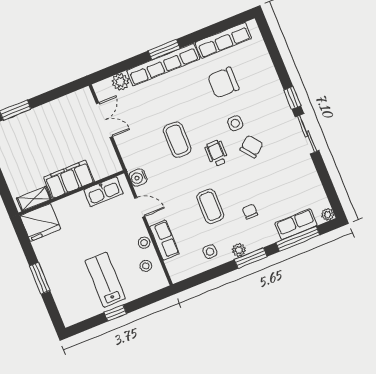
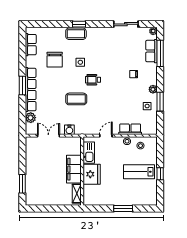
row of seats: (223, 40) -> (31, 45), width x0.68
sliding door: (307, 134) -> (126, 24), moved
chair: (251, 147) -> (97, 58), removed
water cooler: (138, 178) -> (69, 130), moved
coffee table: (210, 206) -> (76, 34), moved
fridge: (40, 222) -> (92, 174), moved
window: (251, 258) -> (160, 102), moved

